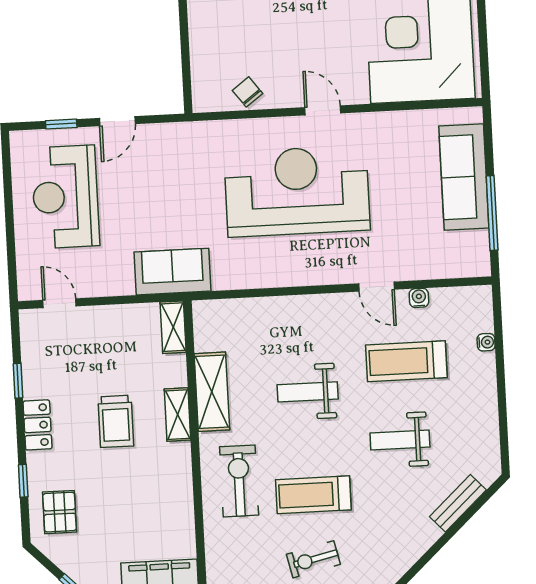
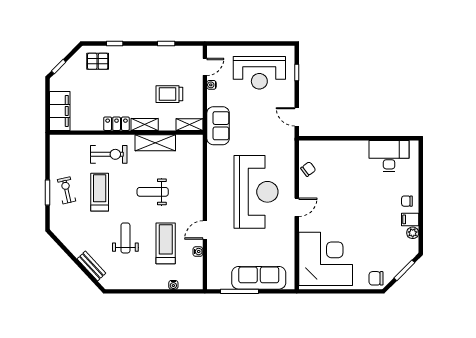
door: (117, 121) -> (297, 117), moved
reception desk: (65, 197) -> (259, 73), turned 180
water cooler: (94, 288) -> (211, 85), added
weight bench: (308, 392) -> (153, 192), turned -90
trolley: (116, 421) -> (169, 94), moved
locker: (38, 425) -> (117, 124), moved, turned 180

